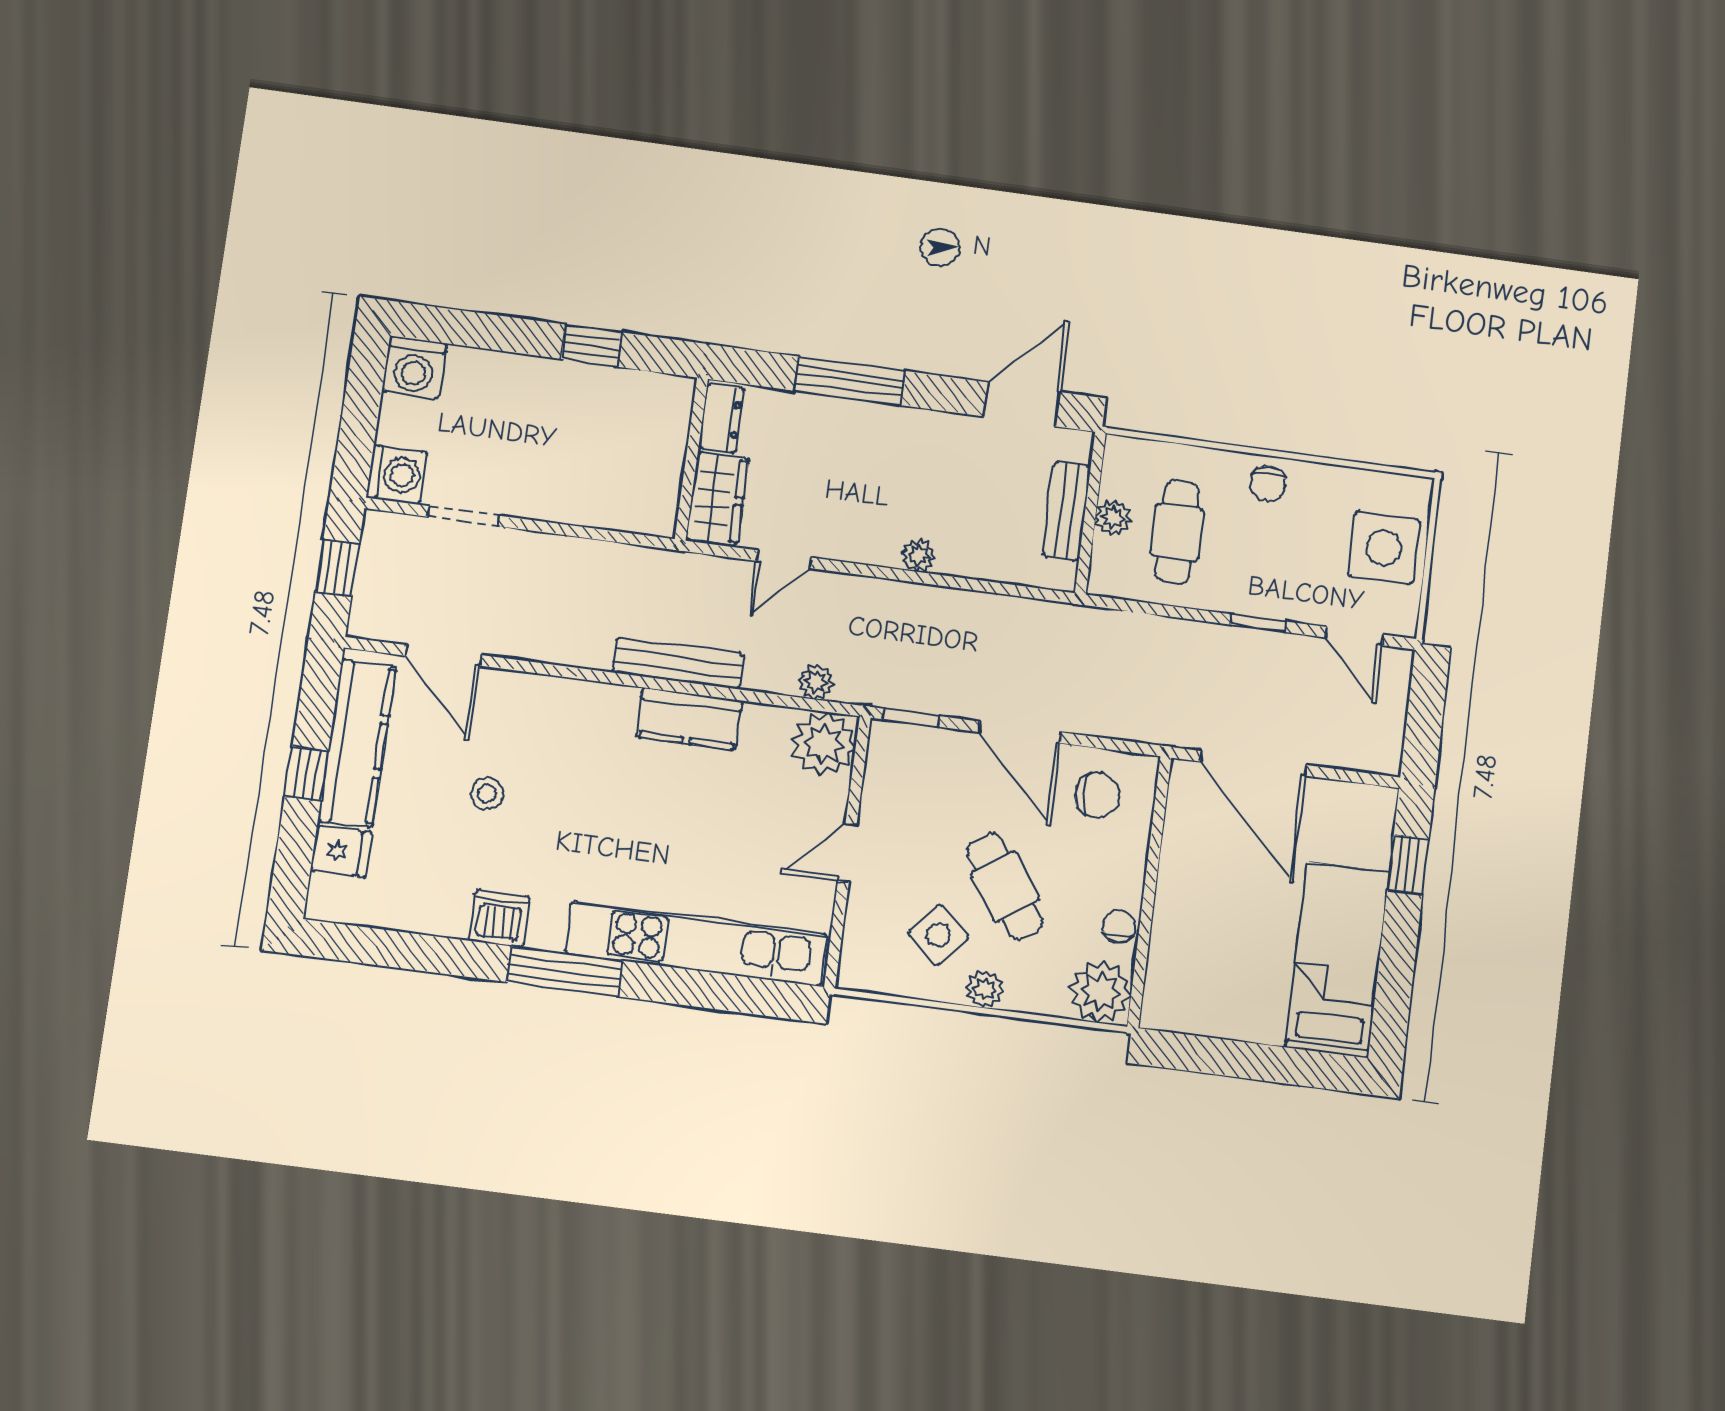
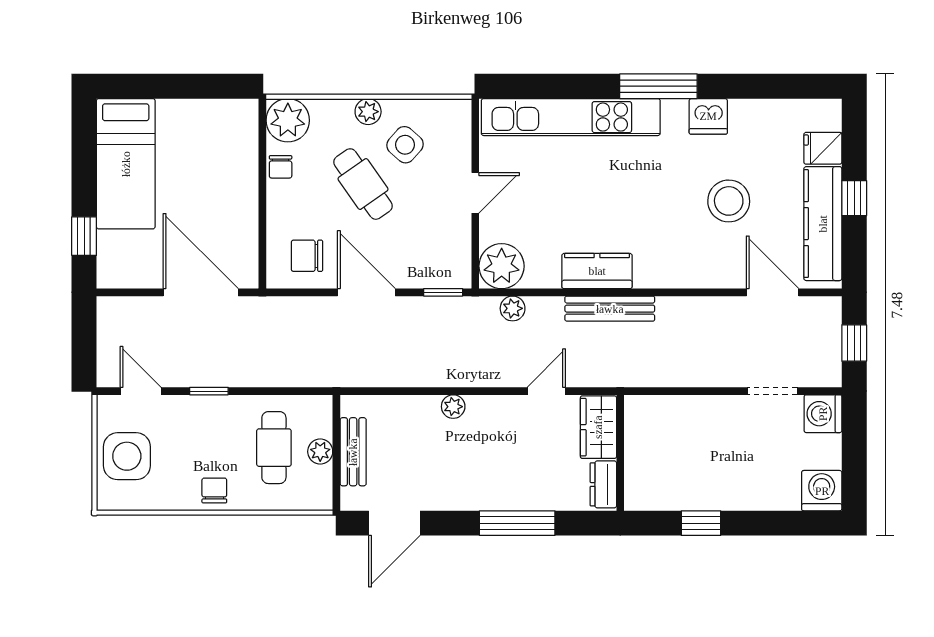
stool: (487, 794) -> (729, 201), width x1.89, depth x1.89

